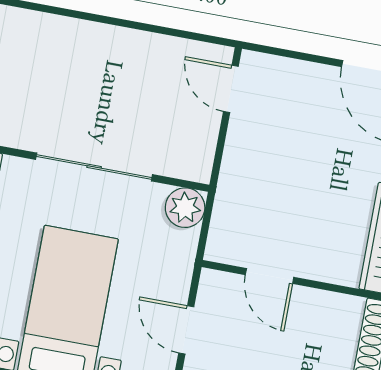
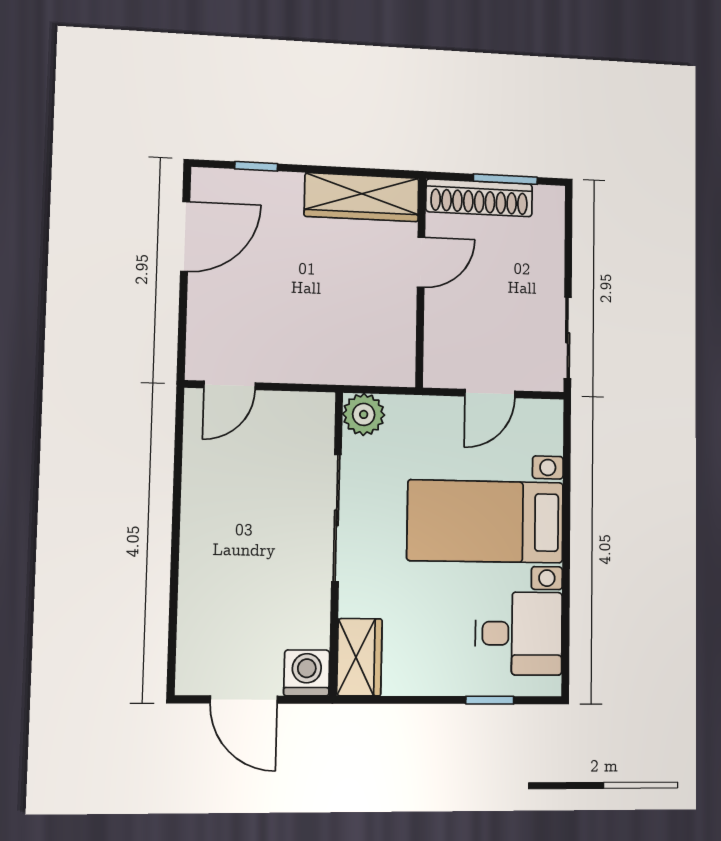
door: (270, 276) -> (421, 262), moved

